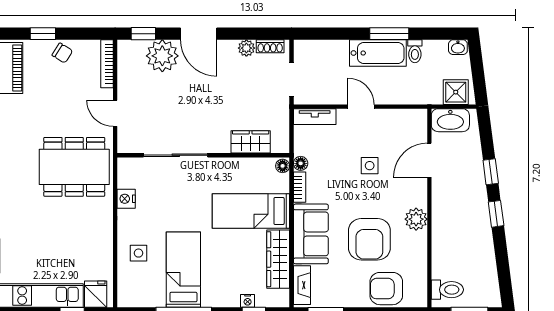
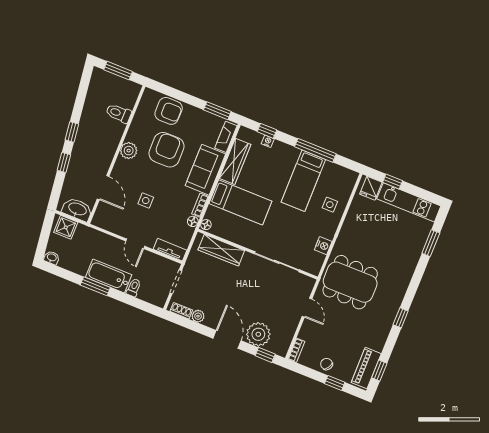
toilet: (415, 51) -> (134, 288), moved
bookcase: (107, 64) -> (296, 350), width x0.64
wardrobe: (251, 142) -> (221, 250), width x1.50
door: (429, 160) -> (103, 188), hinge flipped
toilet: (447, 290) -> (119, 113), moved

